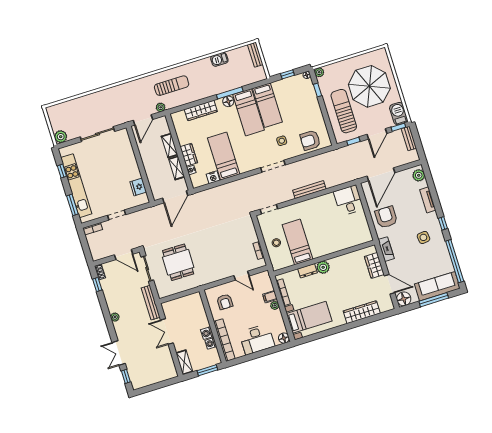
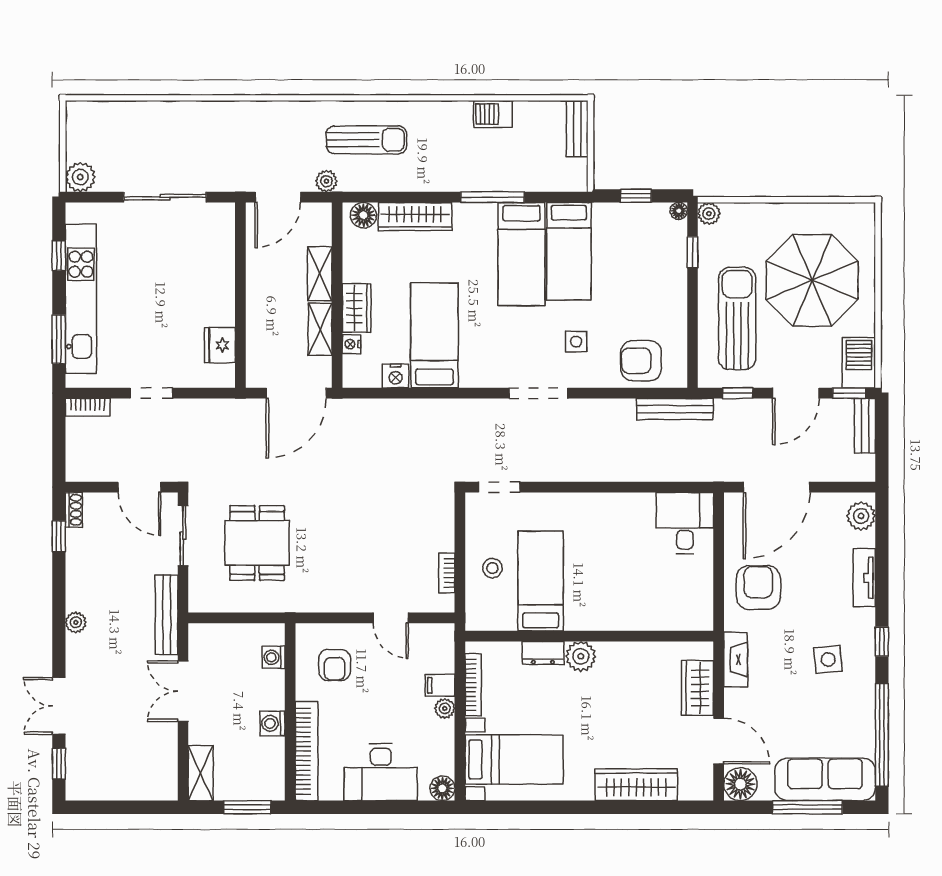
floor lamp: (228, 101) -> (363, 215), moved
bench: (309, 190) -> (675, 409), moved
washing machine: (211, 343) -> (274, 657), moved

